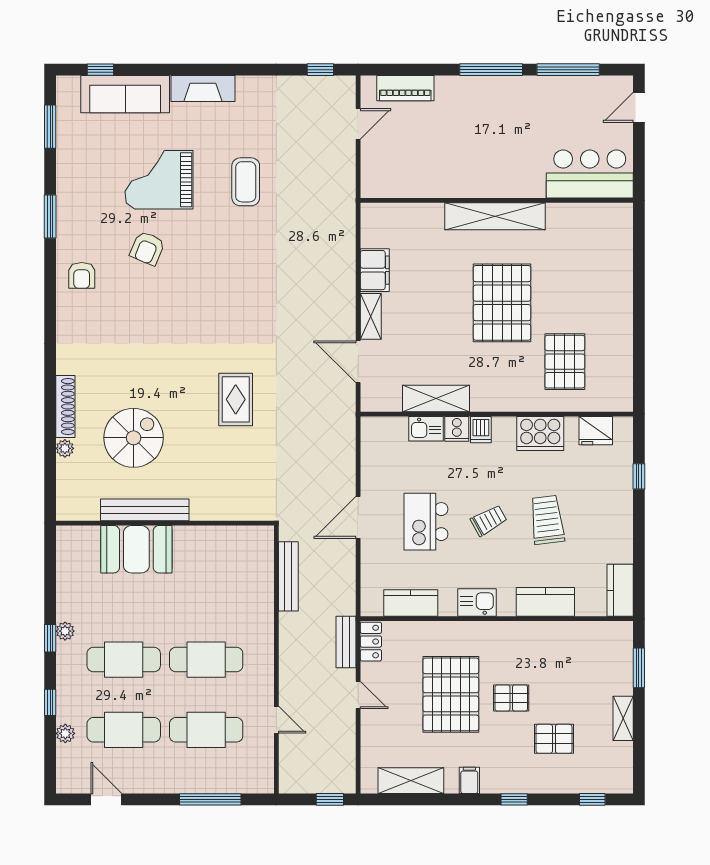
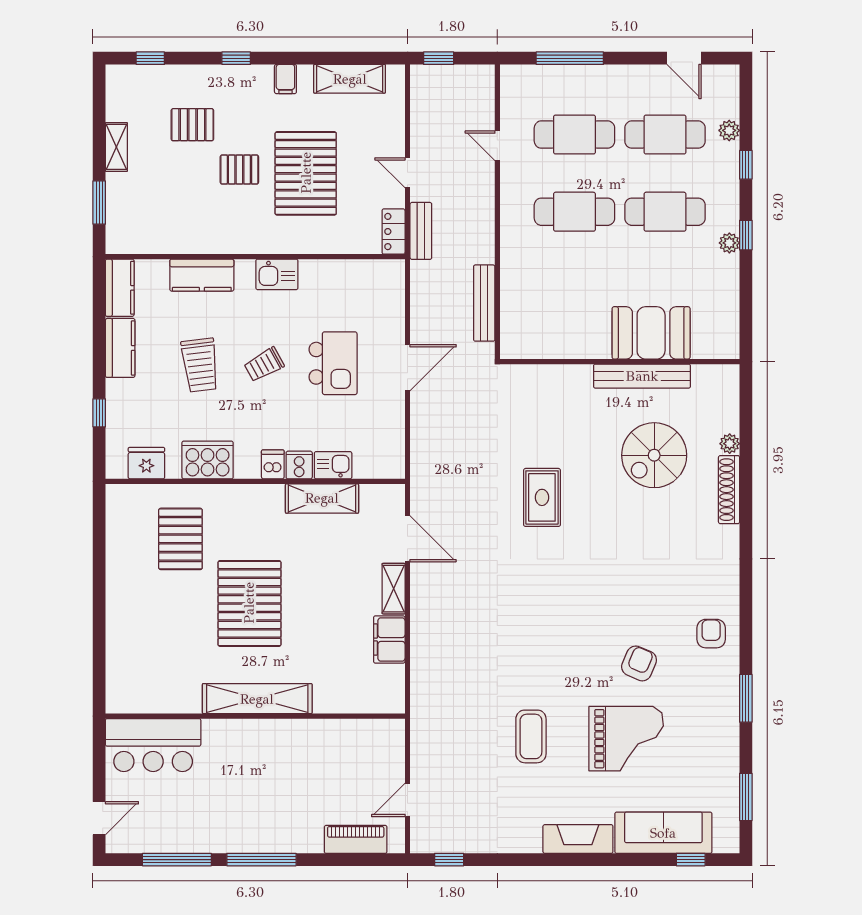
kitchen counter: (411, 603) -> (120, 348), moved, turned -90

